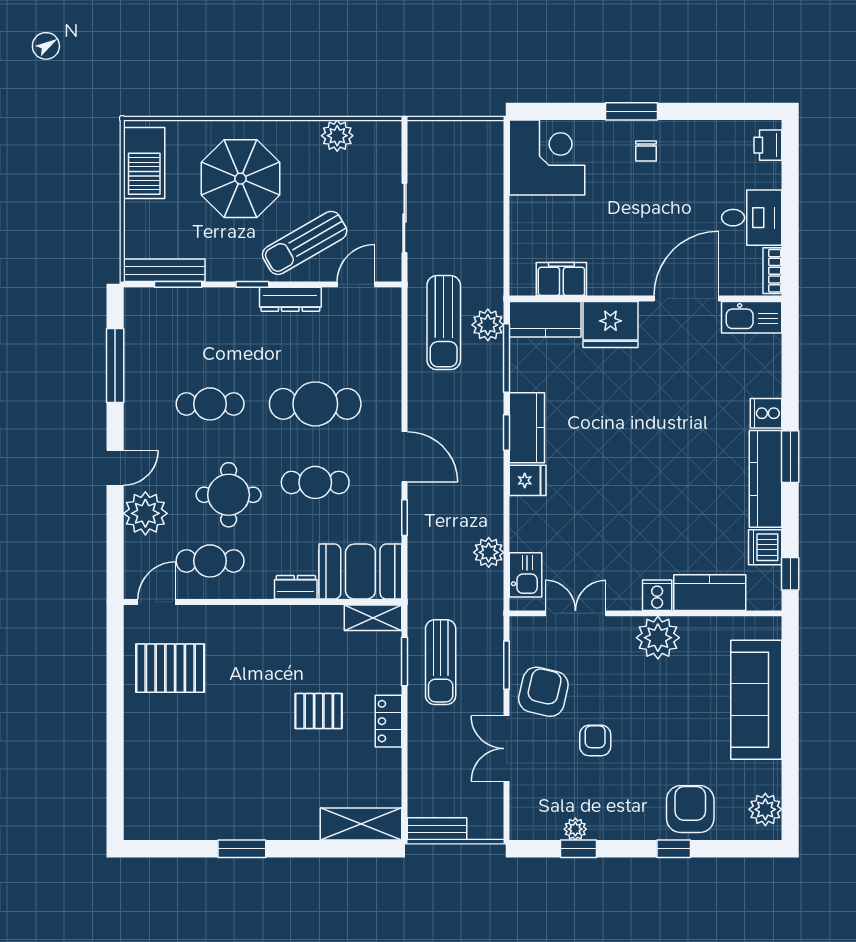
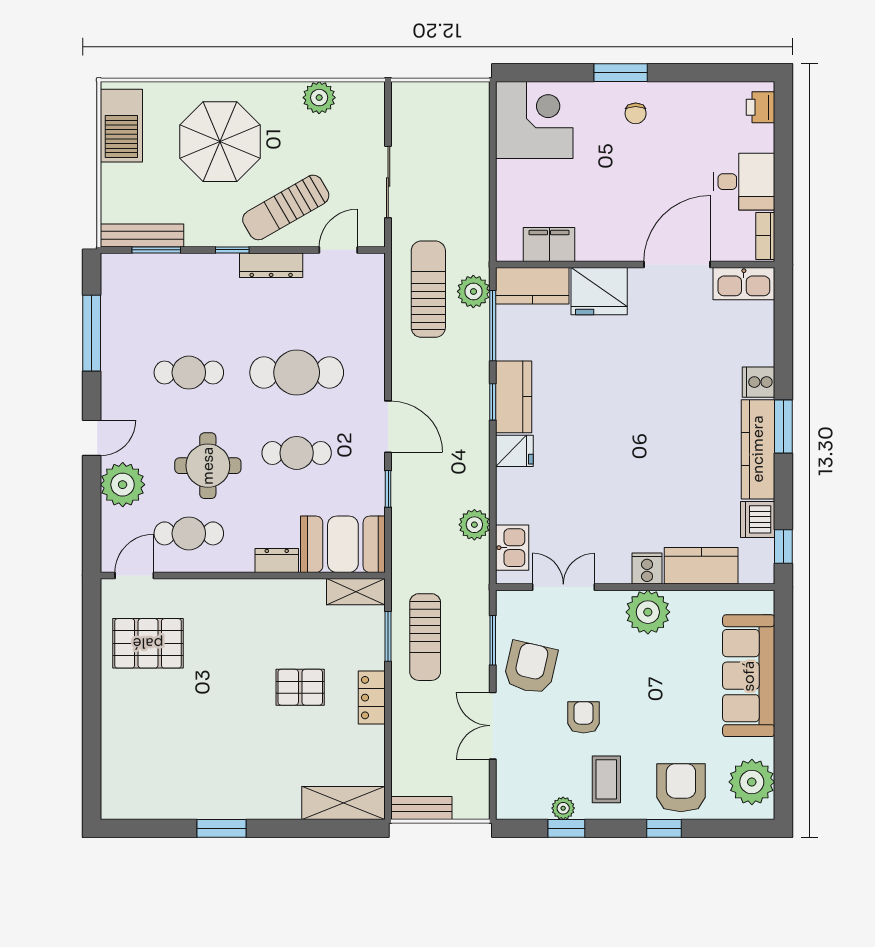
sun lounger: (444, 323) -> (428, 289), turned 180
coffee table: (617, 801) -> (606, 779), added
plant: (765, 809) -> (752, 782), width x1.36, depth x1.36

